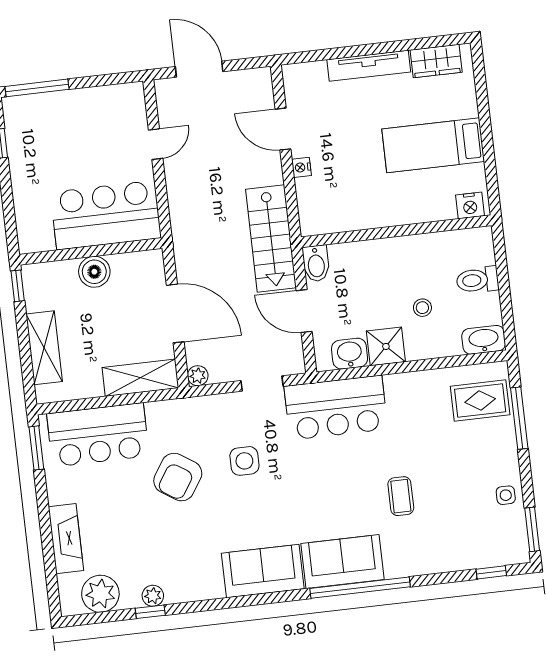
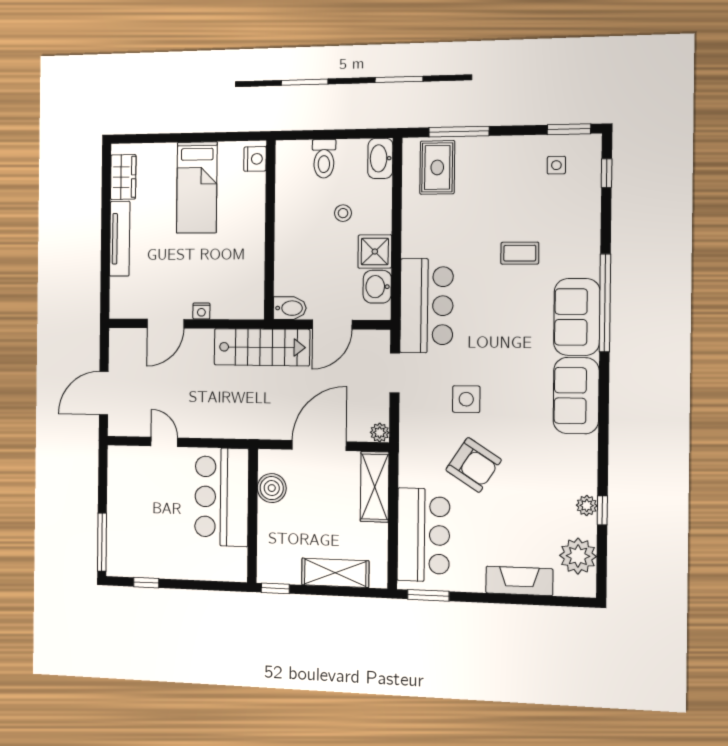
boiler: (94, 272) -> (272, 488), moved
side table: (506, 495) -> (556, 165), moved

